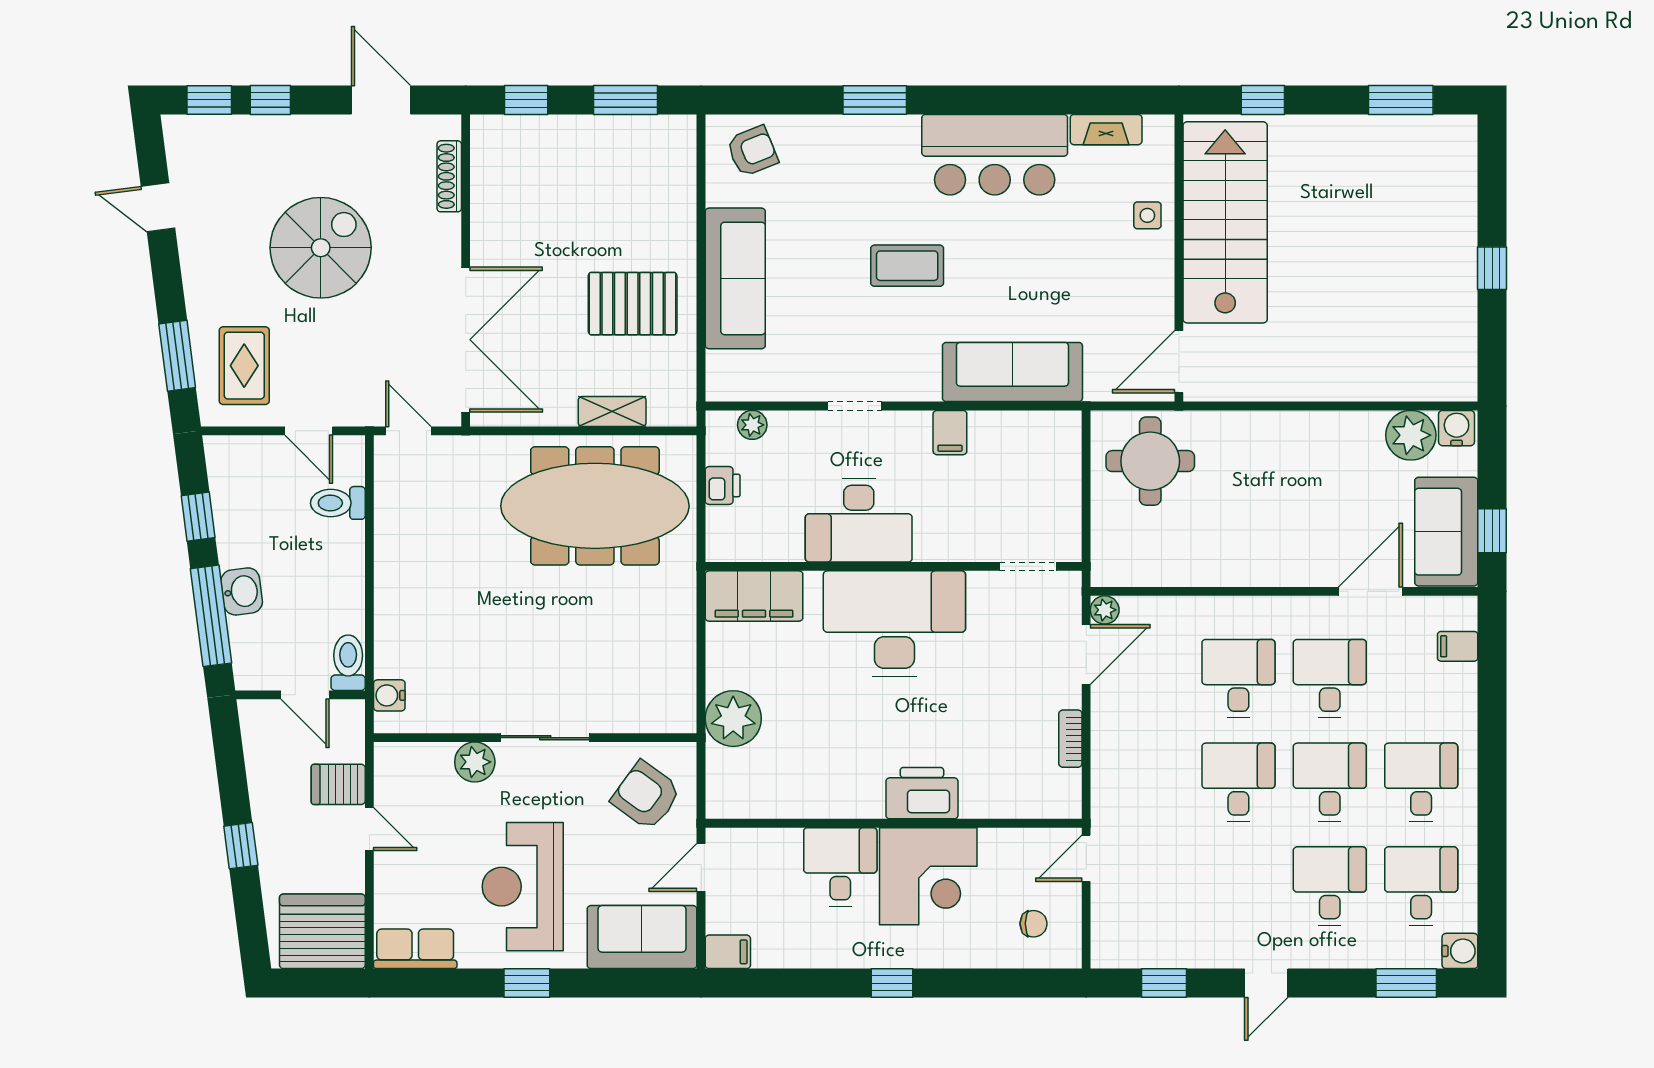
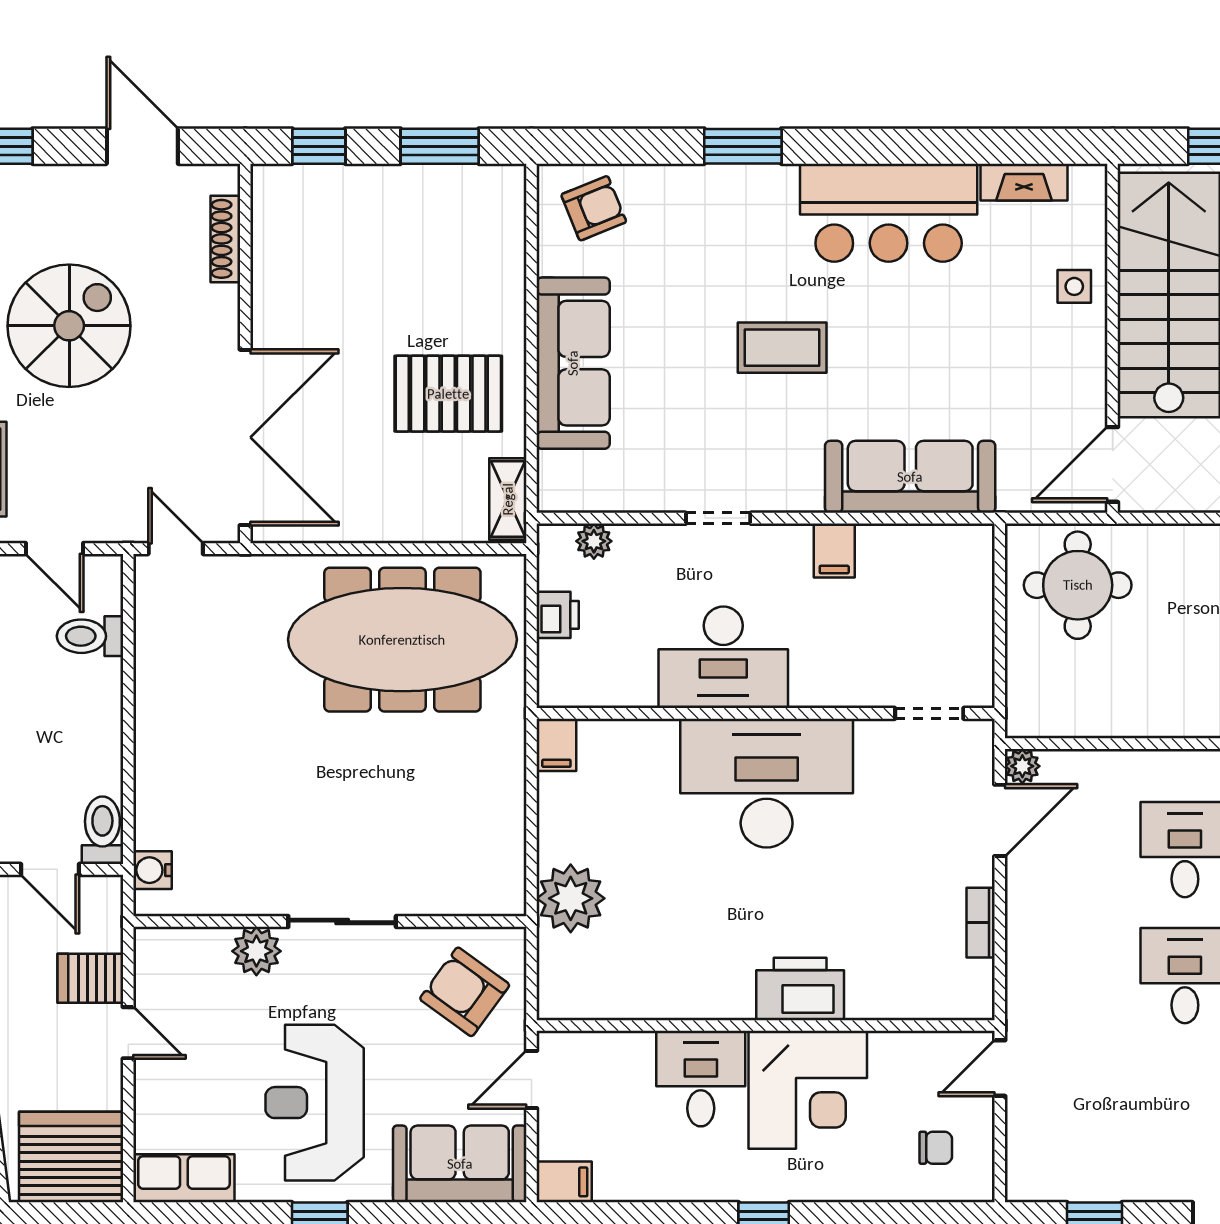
shelving: (612, 412) -> (508, 499), moved, turned 90
filing cabinet: (754, 596) -> (556, 745), width x0.33, depth x0.86

